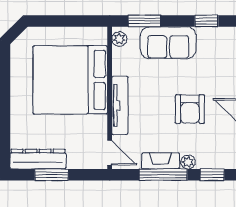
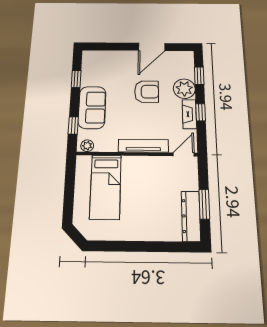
window: (145, 21) -> (73, 125), width x0.67
bed: (70, 80) -> (106, 187), width x0.49
plant: (188, 162) -> (184, 89), width x1.87, depth x1.87
window: (163, 175) -> (201, 112), width x0.46

